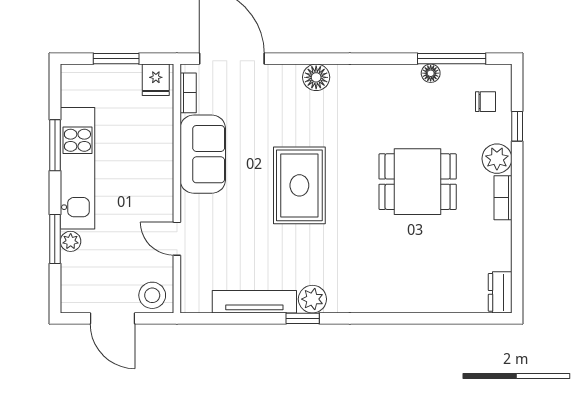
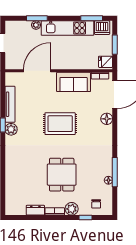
window: (452, 59) -> (115, 172), moved
floor lamp: (316, 77) -> (107, 119), moved
dishwasher: (77, 88) -> (102, 28), added
window: (55, 145) -> (92, 18), moved
door: (177, 239) -> (37, 71), width x1.88
dresser: (500, 292) -> (35, 210), moved
stool: (152, 295) -> (13, 60), removed

